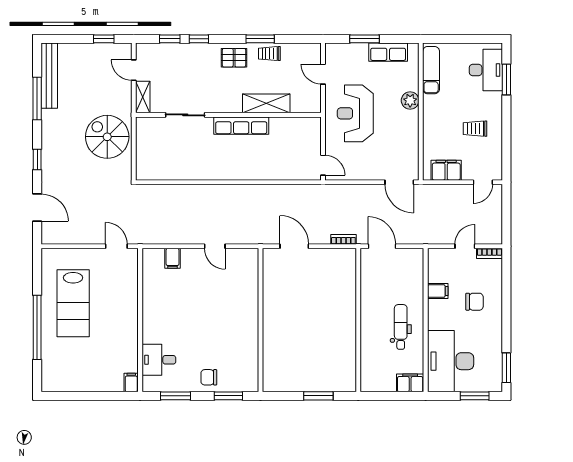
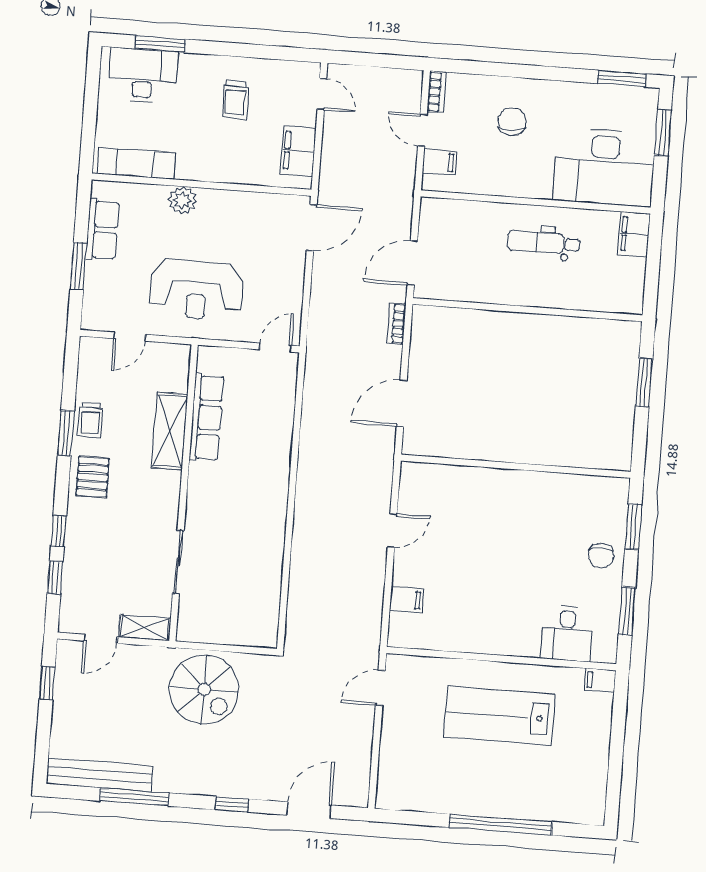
row of seats: (241, 126) -> (207, 417), moved
spiral stairs: (107, 137) -> (204, 689), turned -90
filing cabinet: (438, 291) -> (439, 162), moved, turned 90
lab bench: (73, 303) -> (499, 716), moved, turned 180

